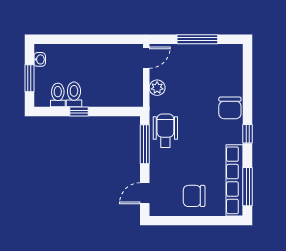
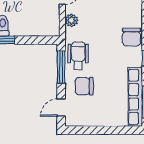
chair: (194, 196) -> (84, 86), moved

